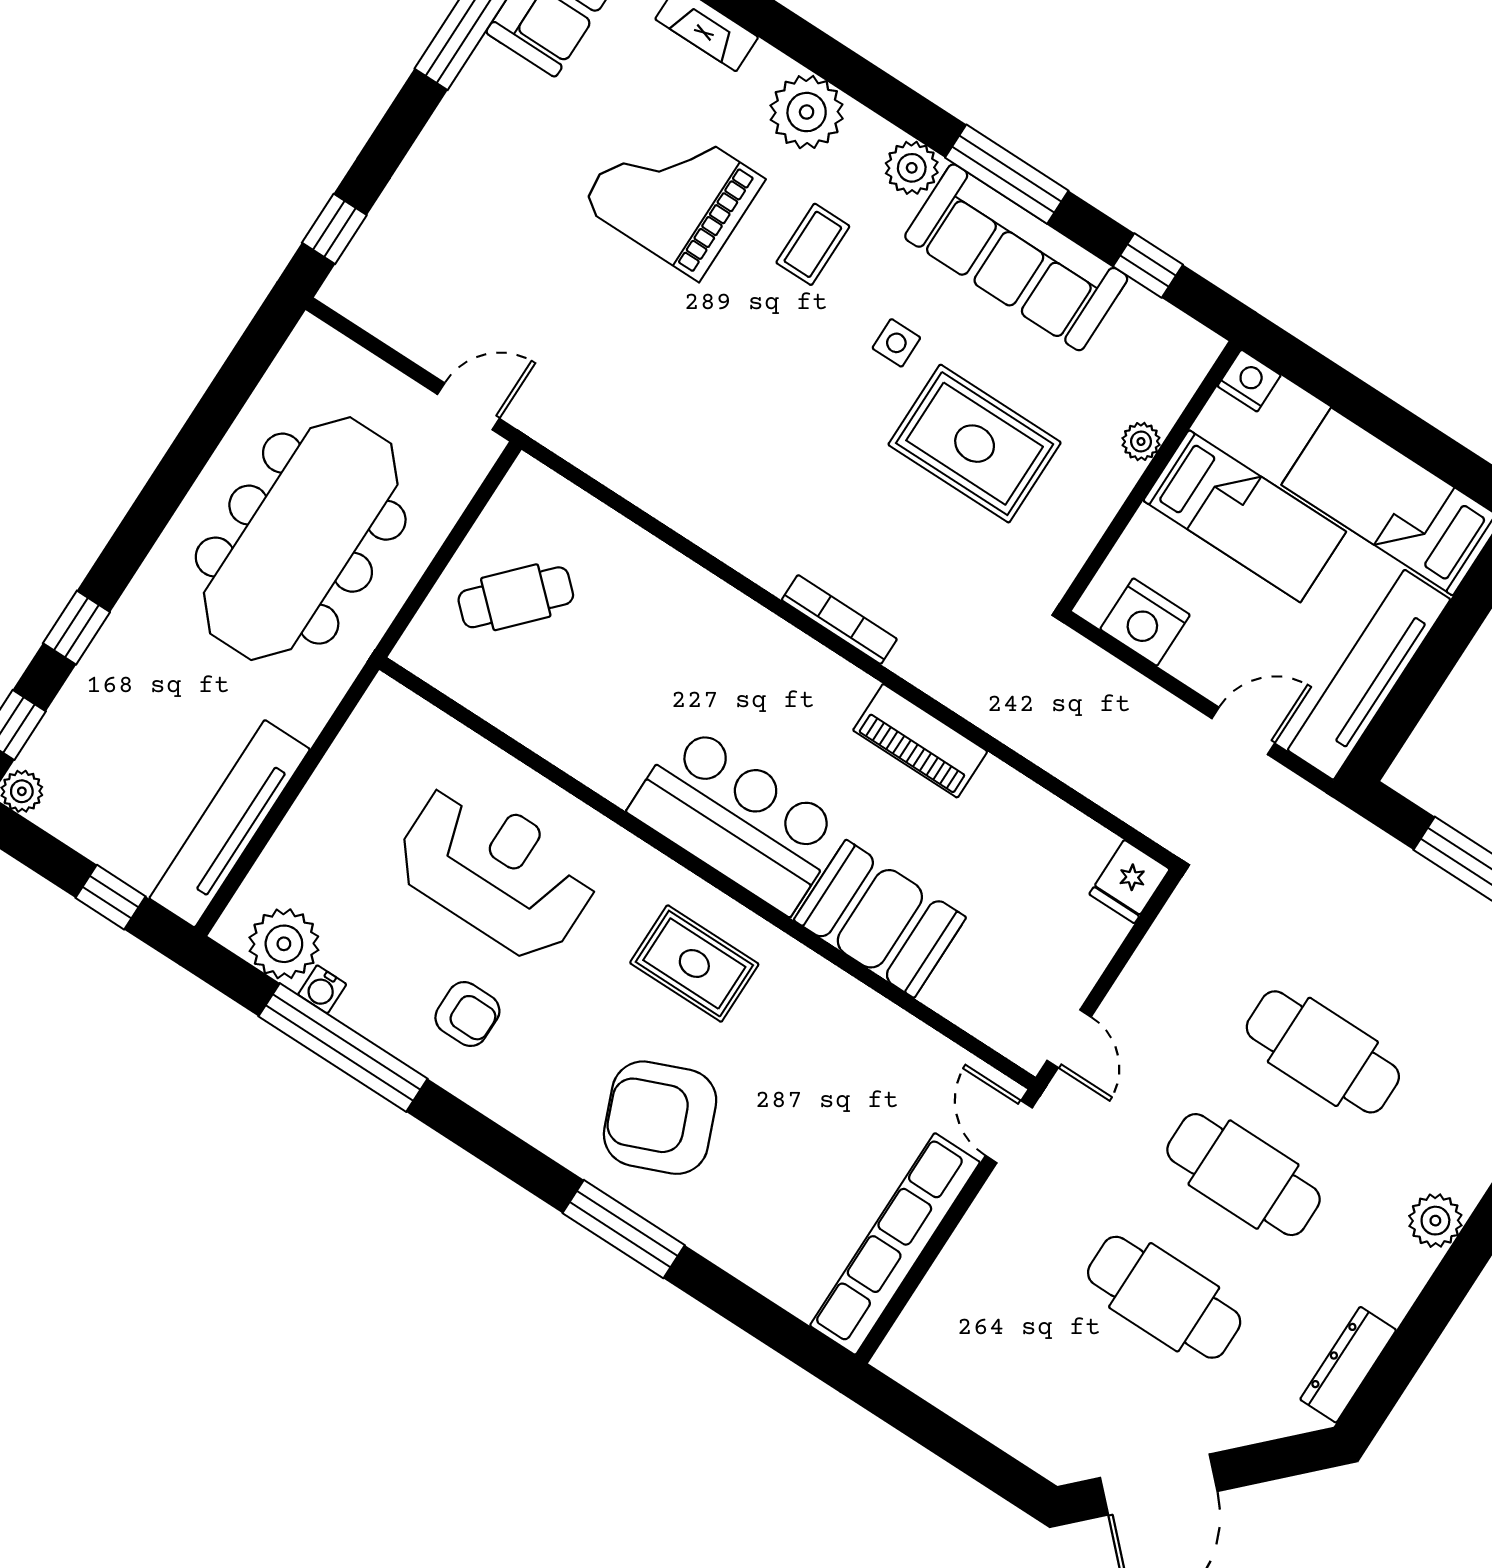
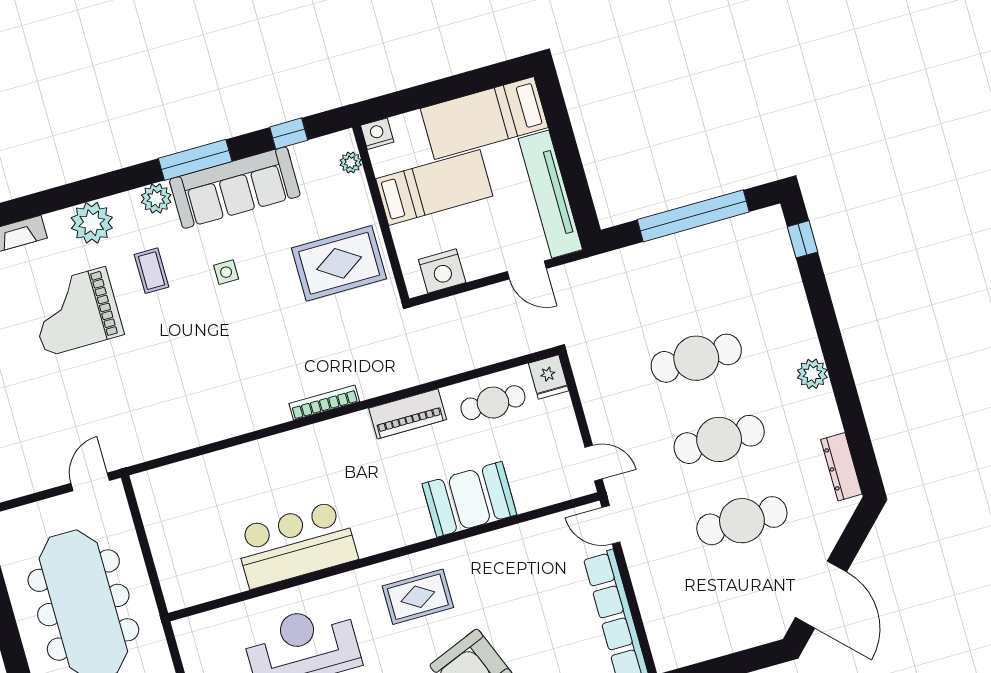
plant: (1141, 441) -> (351, 162), moved
rug: (975, 444) -> (339, 263), moved
cafe table: (516, 597) -> (493, 403), moved, turned 47
door: (1243, 731) -> (527, 270), swing flipped
bar counter: (737, 819) -> (296, 544), moved

